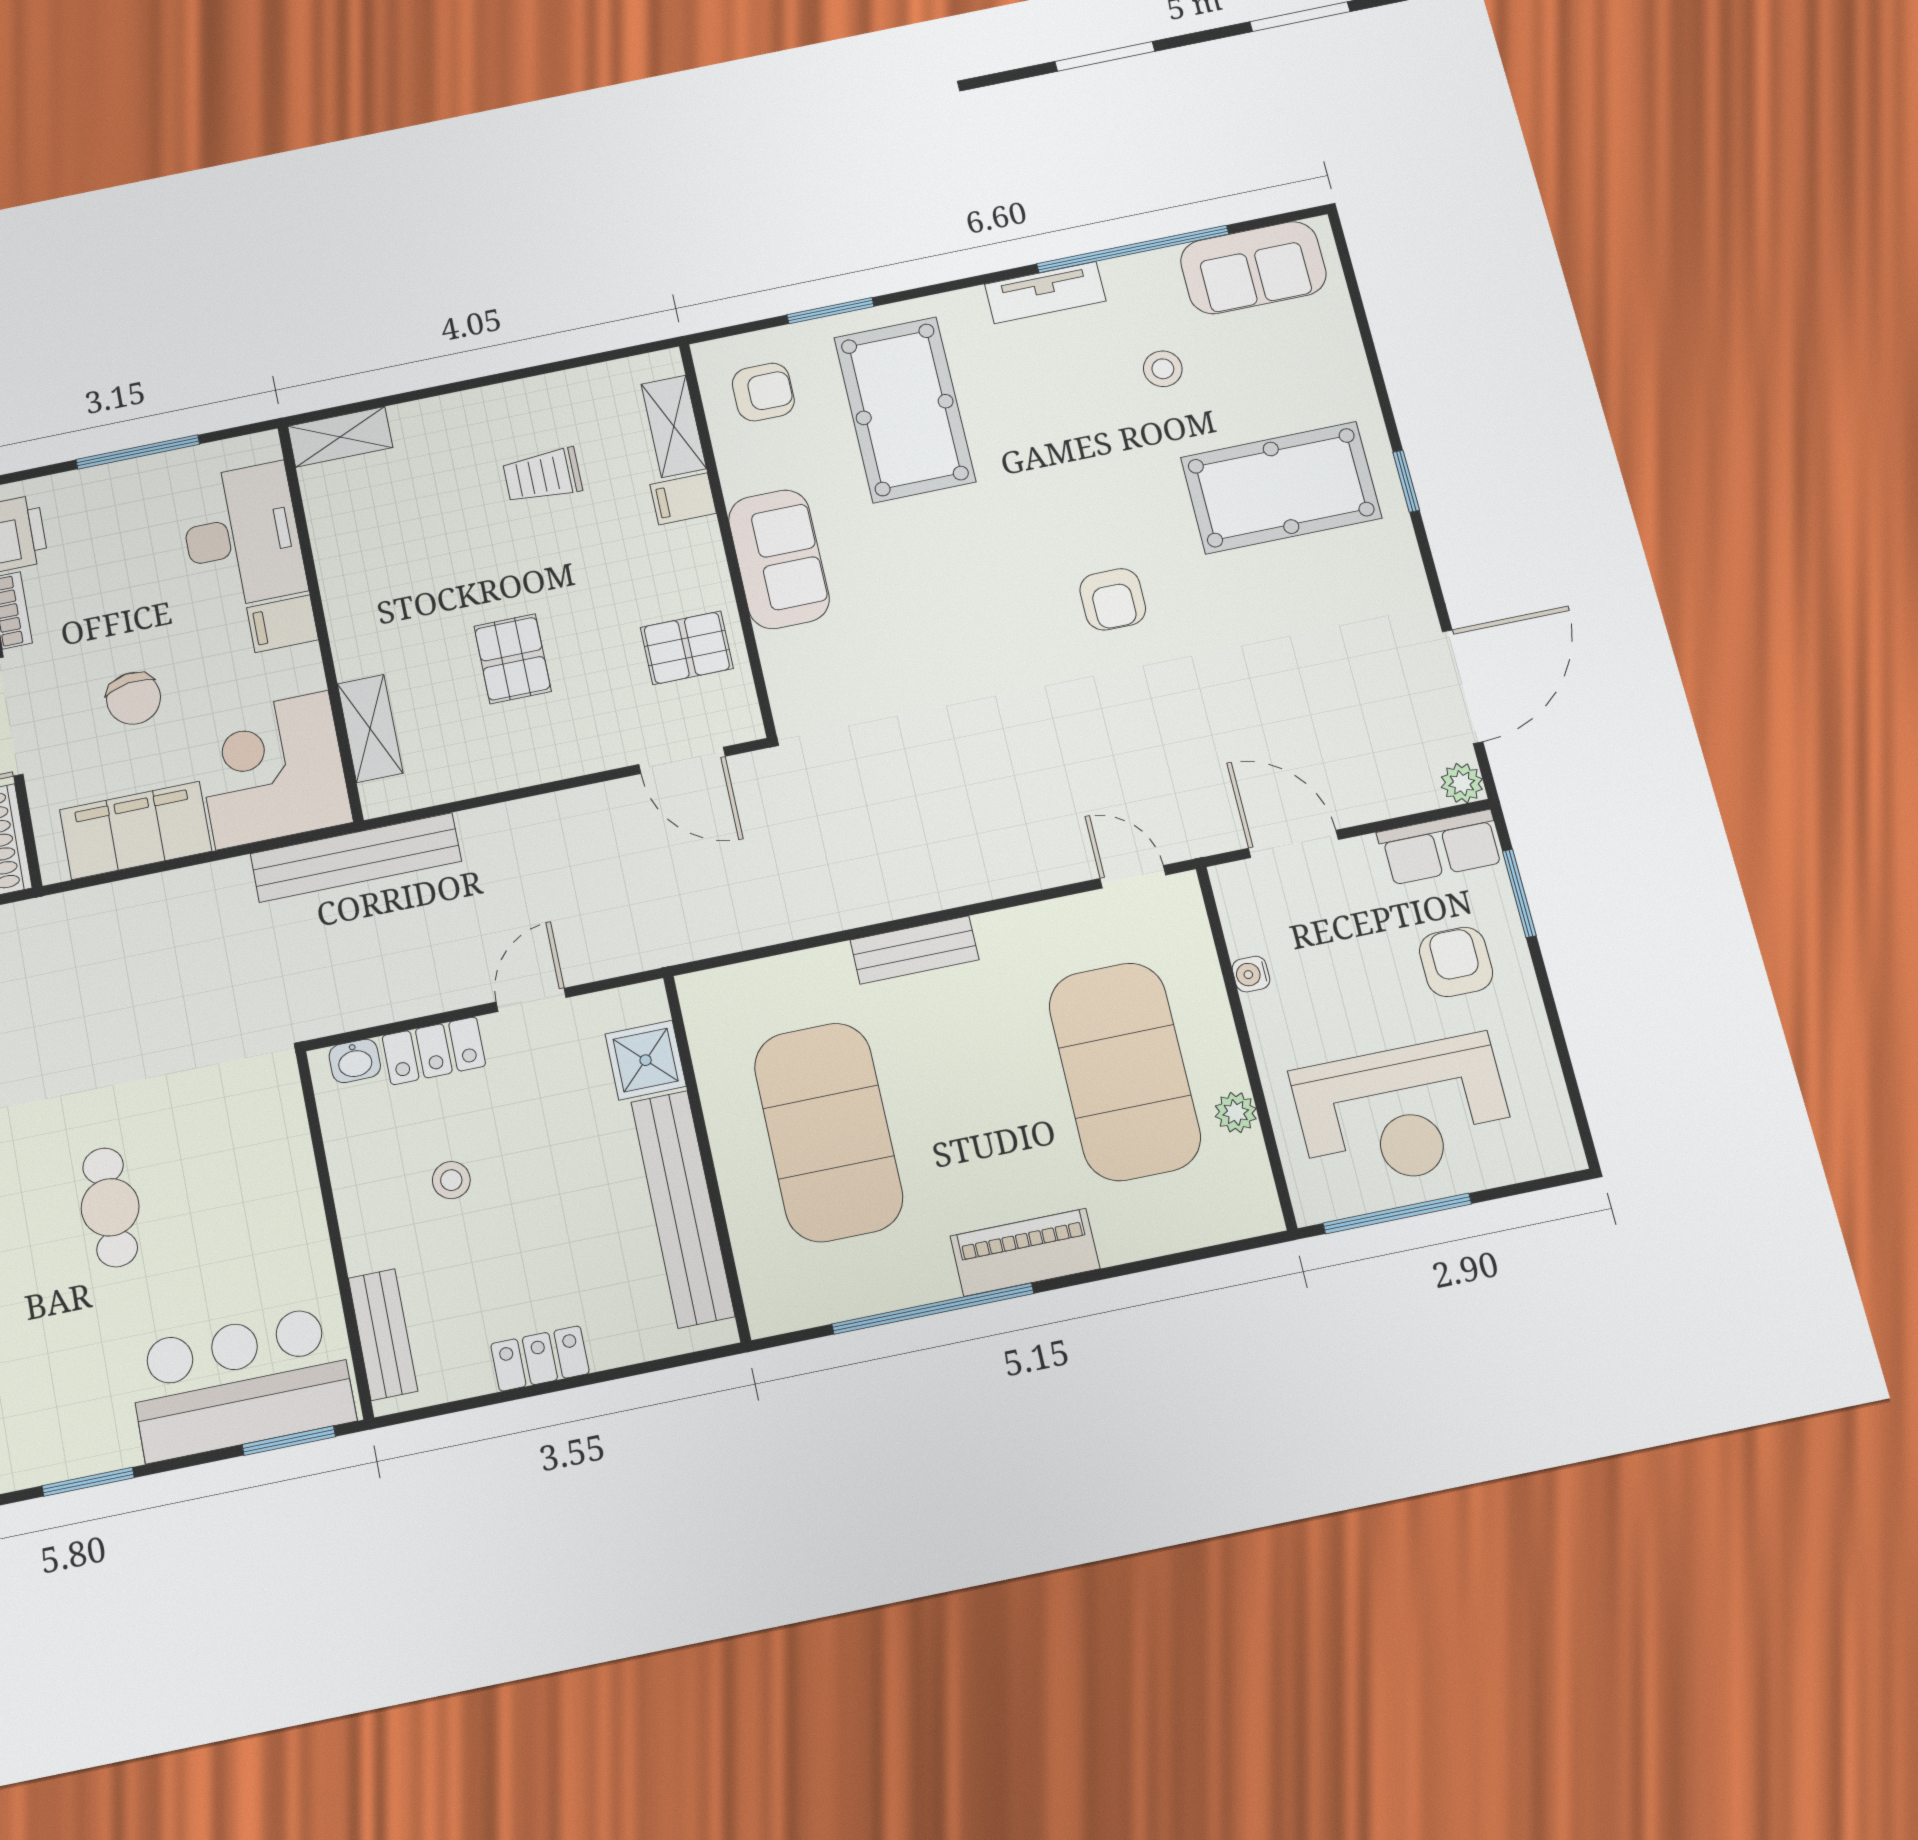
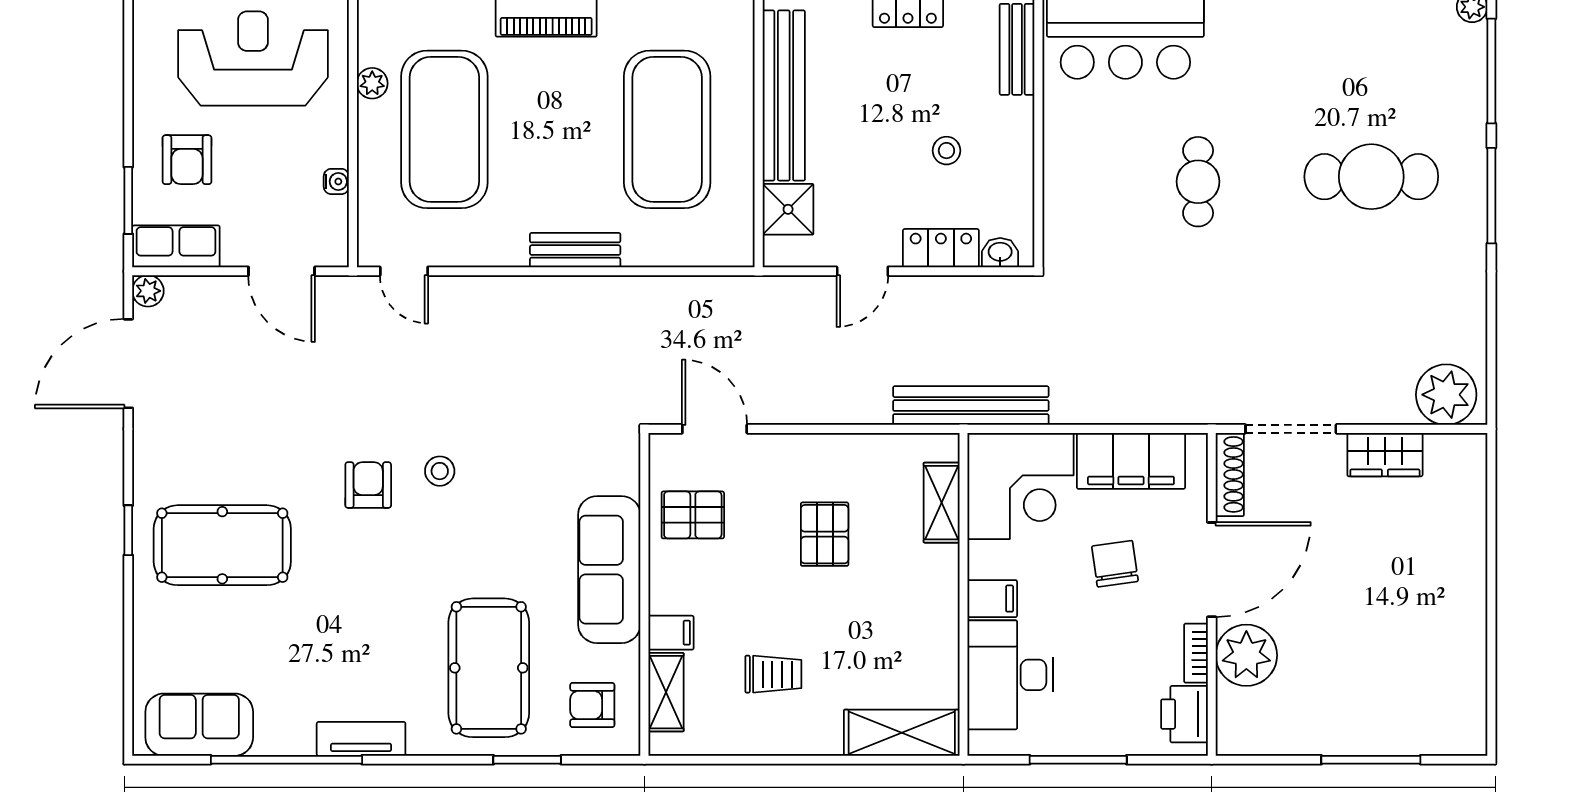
stool: (1163, 369) -> (440, 471), moved
shelving: (340, 437) -> (902, 733), width x1.50, depth x1.33
sofa: (779, 559) -> (609, 570), width x1.36

